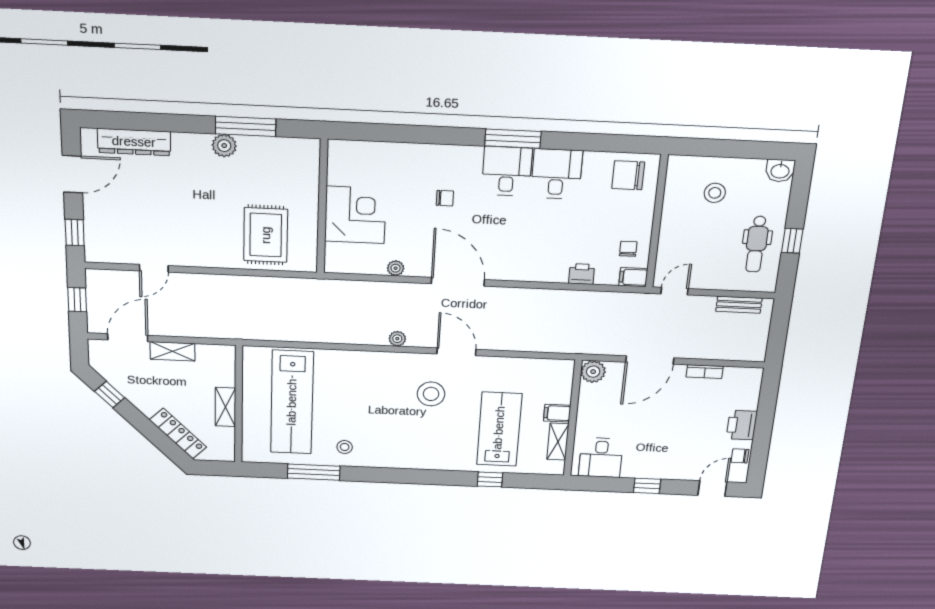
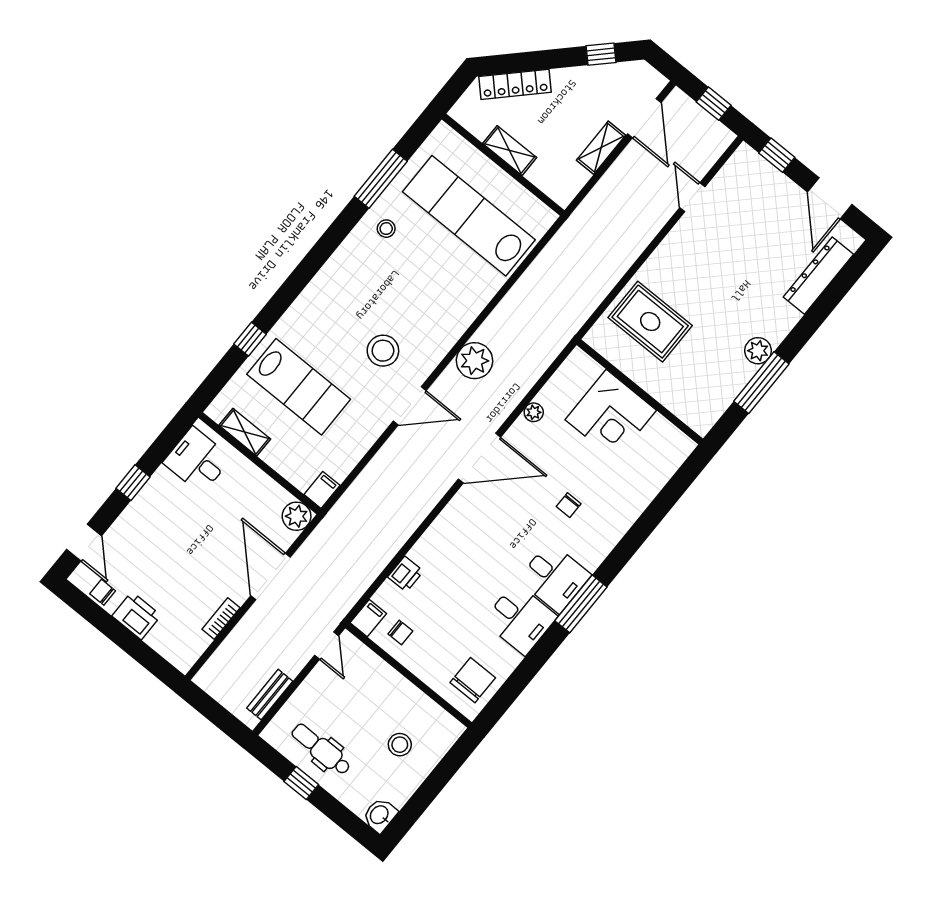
plant: (397, 339) -> (475, 361), width x1.88, depth x1.88
filing cabinet: (557, 413) -> (322, 490), moved
chair: (740, 456) -> (103, 592), turned -90

